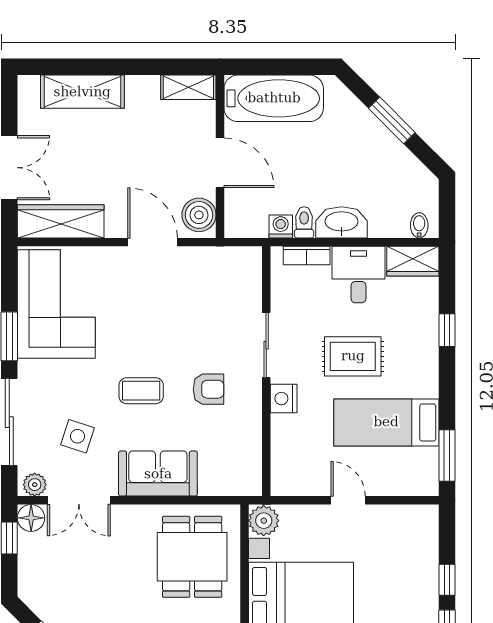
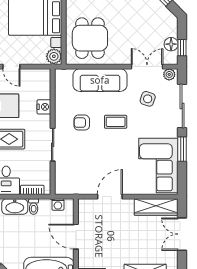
boiler: (199, 215) -> (86, 210), removed
washing machine: (281, 226) -> (58, 205), moved
door: (153, 242) -> (110, 197), swing flipped
nightstand: (284, 399) -> (44, 107), moved
sofa: (158, 474) -> (100, 80), width x1.36
floor lamp: (31, 518) -> (171, 44), moved

